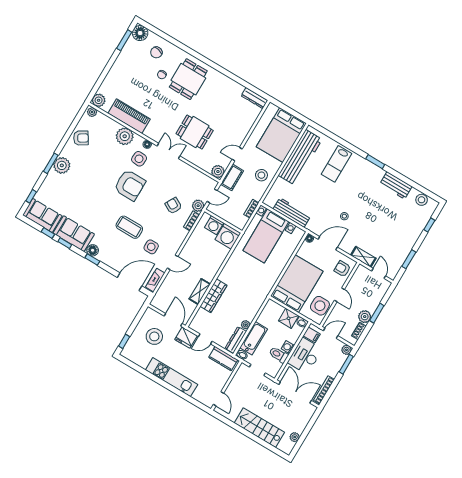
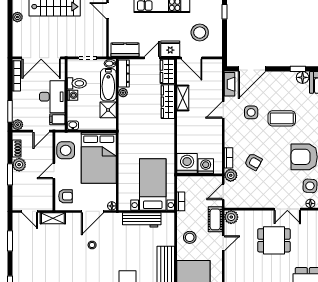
door: (339, 295) -> (54, 171), hinge flipped
shower: (289, 318) -> (108, 110), moved
wardrobe: (199, 321) -> (167, 71), added

